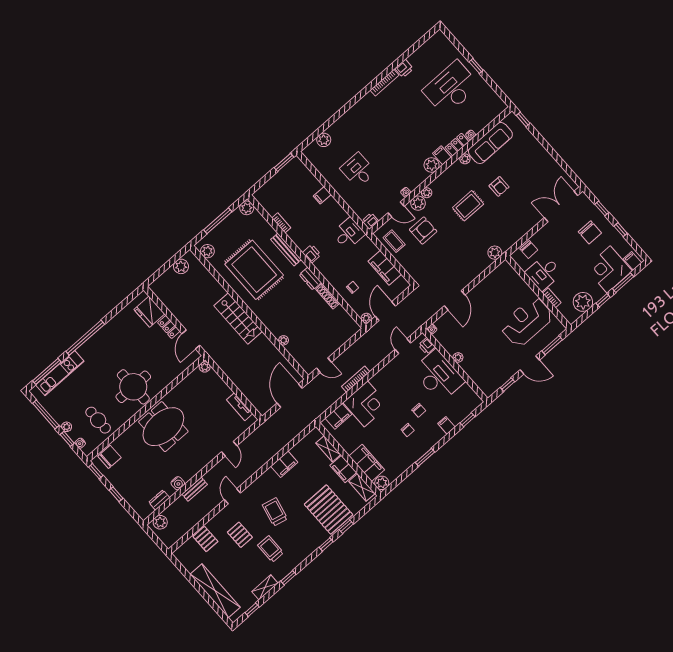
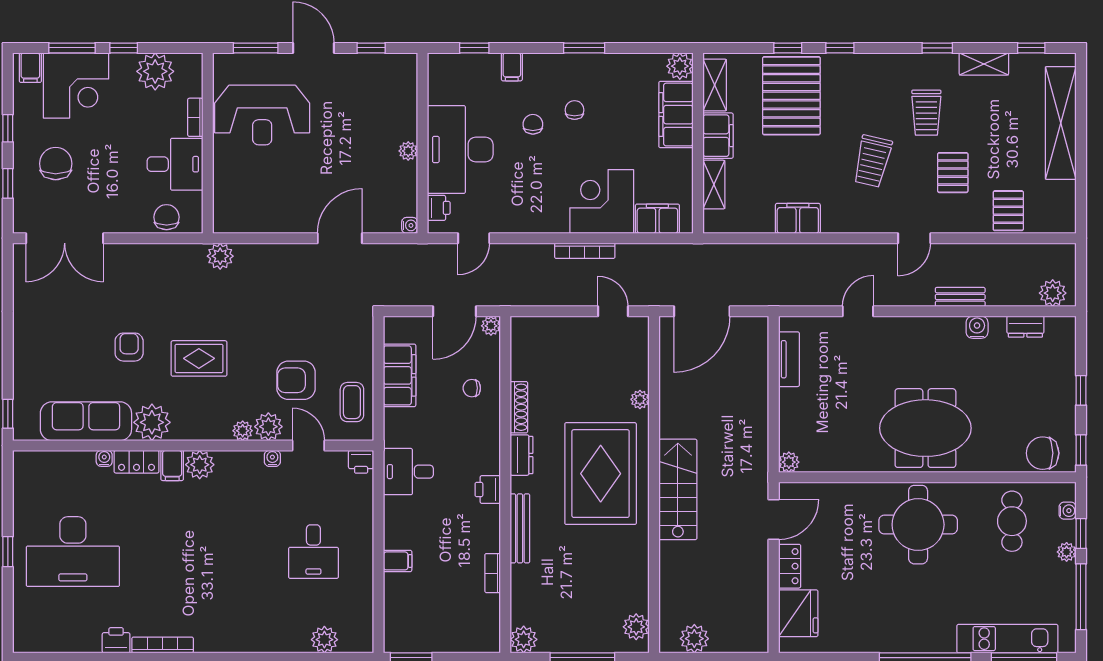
plant: (465, 159) -> (152, 422), width x1.88, depth x1.88
rug: (254, 270) -> (601, 474), moved

